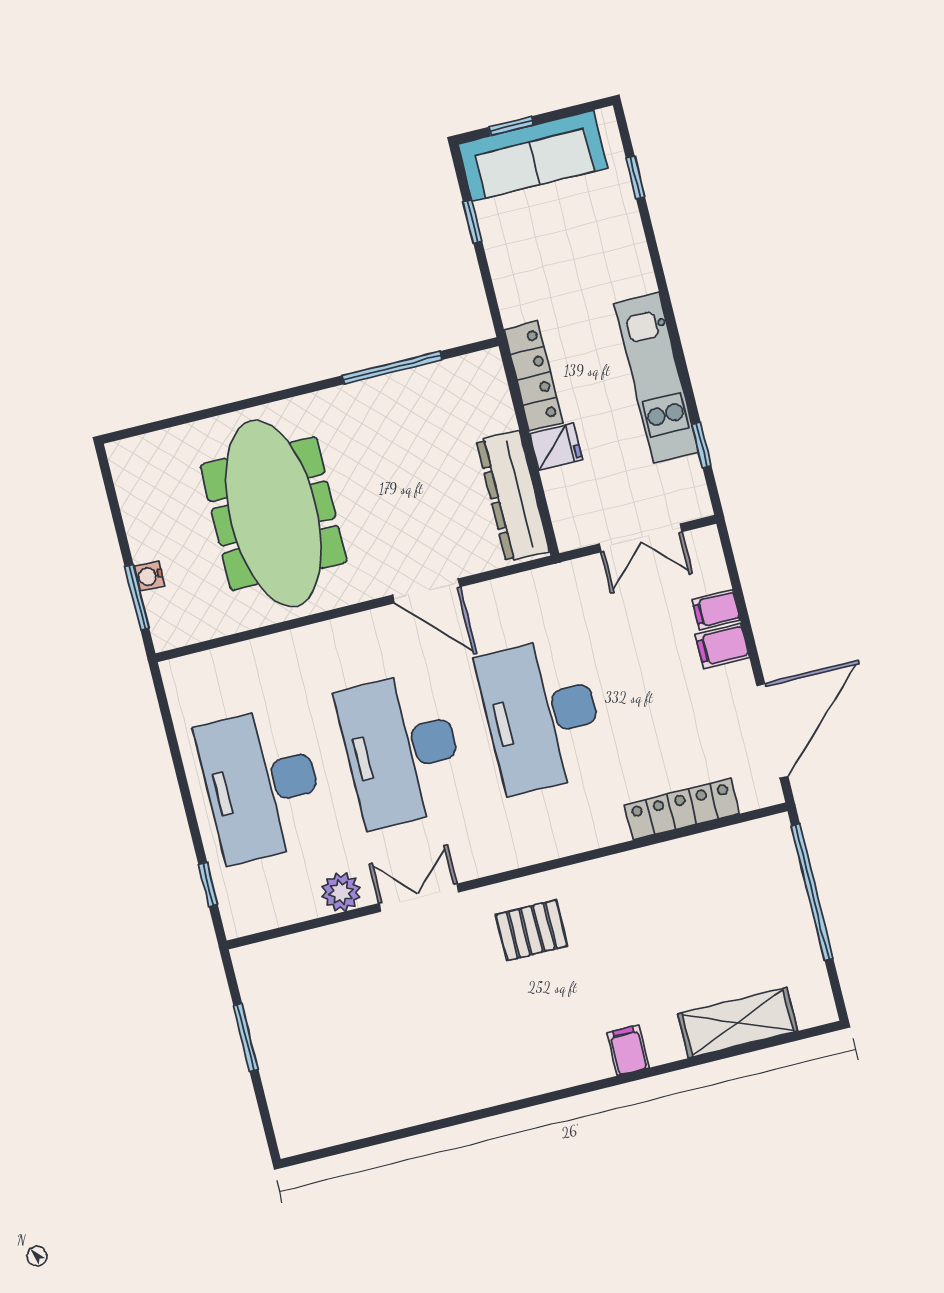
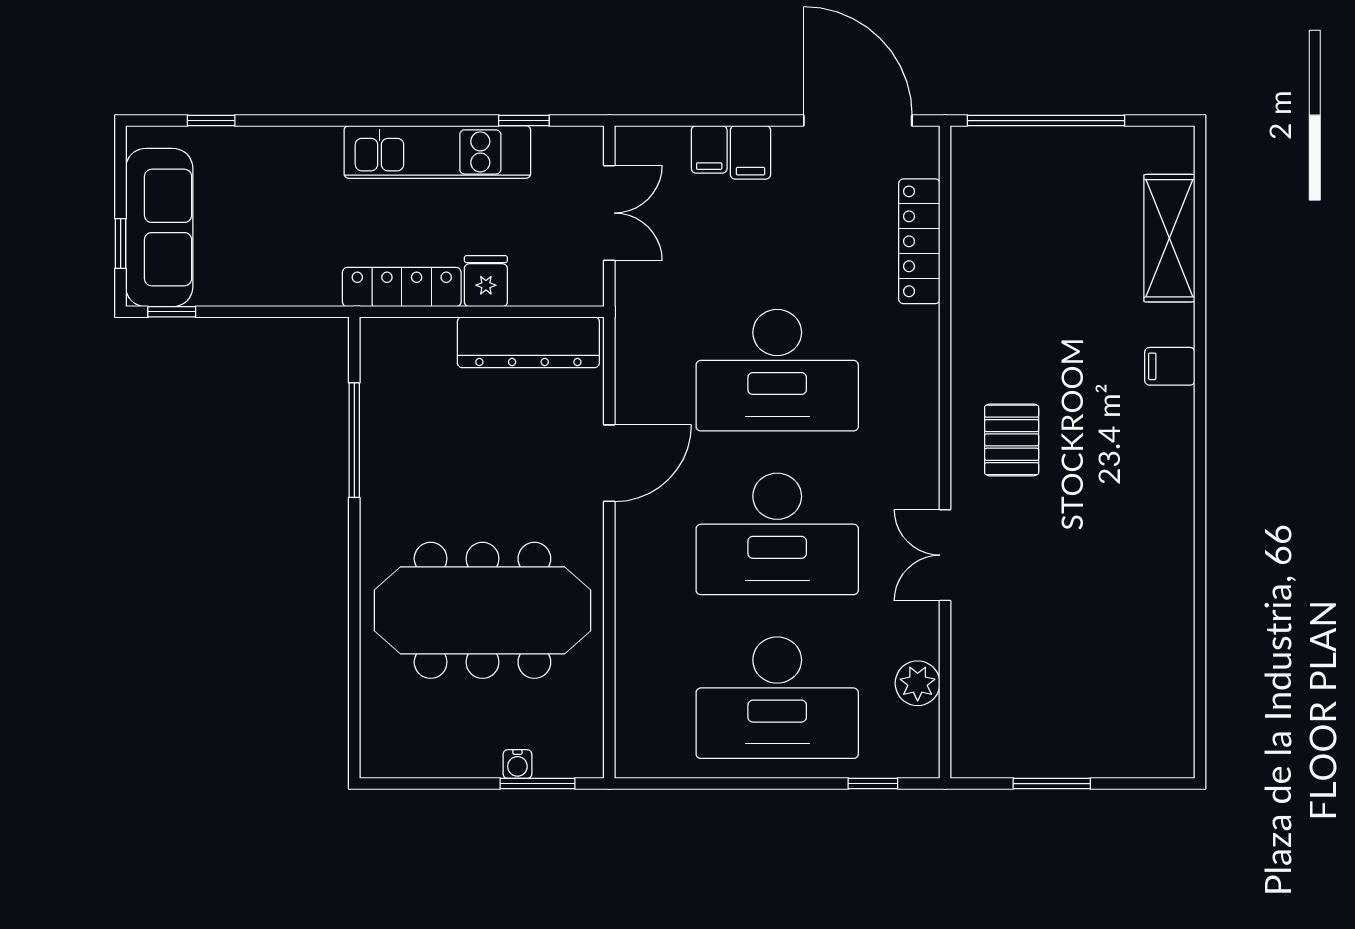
window: (473, 222) -> (172, 312), moved
plant: (341, 892) -> (918, 683), moved

